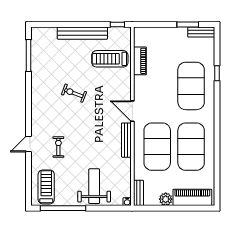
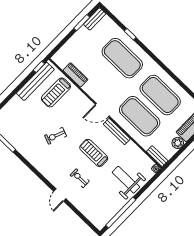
bench: (82, 33) -> (35, 81), moved
treadmill: (46, 187) -> (94, 153), moved

